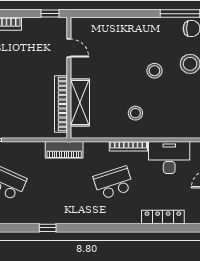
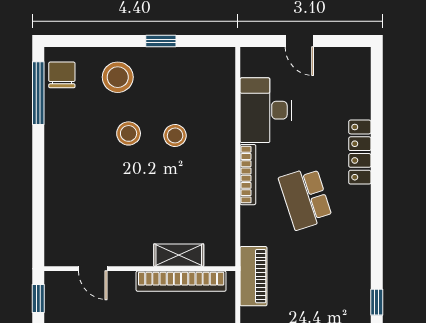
door: (69, 48) -> (93, 269), swing flipped
shelving: (80, 102) -> (179, 255), width x0.67, depth x0.75
stool: (135, 113) -> (175, 135), moved
locker: (163, 217) -> (360, 152), moved

